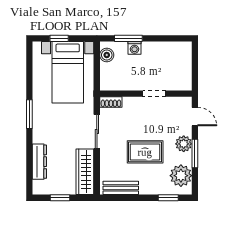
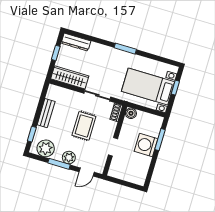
washing machine: (134, 48) -> (146, 145), width x1.89, depth x1.89
boiler: (107, 55) -> (131, 113), moved
rug: (145, 152) -> (84, 126), moved
dresser: (39, 162) -> (76, 42), moved
bench: (121, 188) -> (46, 113), moved

